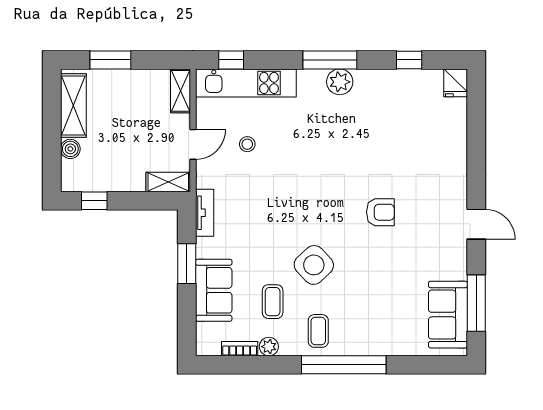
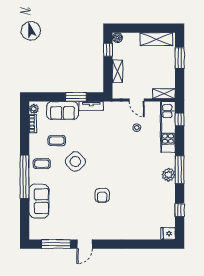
boiler: (70, 149) -> (117, 38), moved
shelving: (168, 182) -> (118, 71), moved
tv unit: (205, 213) -> (91, 106), moved
door: (476, 224) -> (85, 244), moved
sofa: (448, 315) -> (39, 201), moved, turned 90
plant: (269, 347) -> (34, 109), moved

